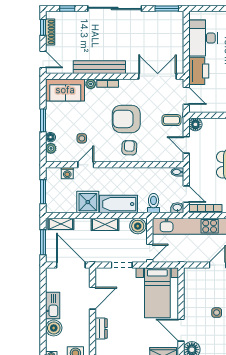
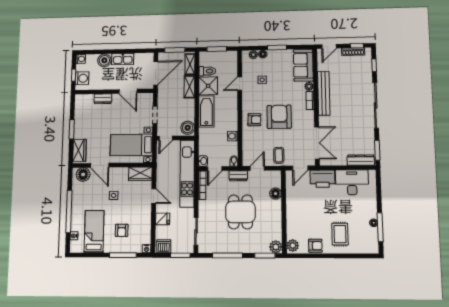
dresser: (178, 27) -> (361, 160), added
floor lamp: (195, 124) -> (276, 194), moved
door: (86, 165) -> (240, 84), swing flipped
dresser: (195, 167) -> (238, 176), added
washing machine: (67, 173) -> (233, 136), moved
toilet: (154, 203) -> (207, 71), moved
shelving: (105, 224) -> (189, 87), moved
door: (150, 252) -> (166, 138), hinge flipped
wardrobe: (192, 281) -> (140, 174), added
door: (181, 330) -> (100, 165), swing flipped

